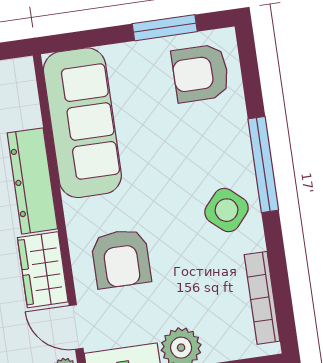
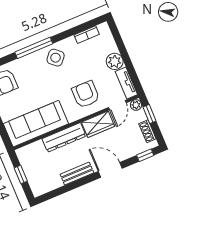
armchair: (121, 259) -> (86, 94), turned -90
bookcase: (262, 298) -> (87, 35), width x0.64

